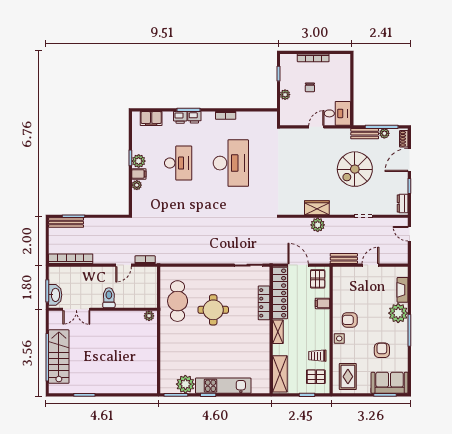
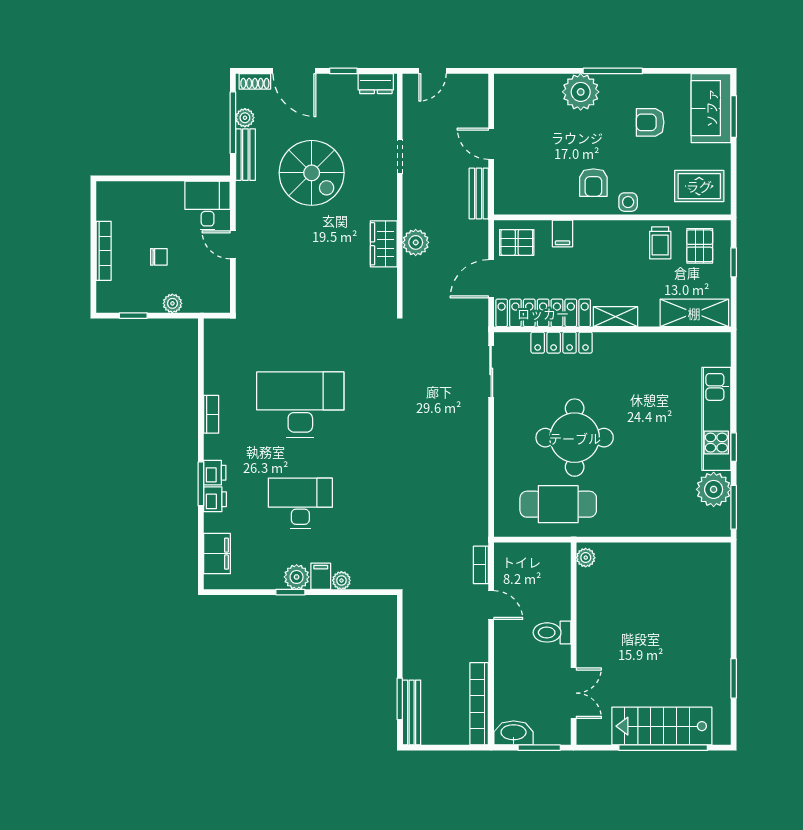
fireplace: (403, 290) -> (537, 84), removed
washbasin: (55, 295) -> (514, 733), moved
round table: (213, 310) -> (575, 438), width x1.36, depth x1.36

